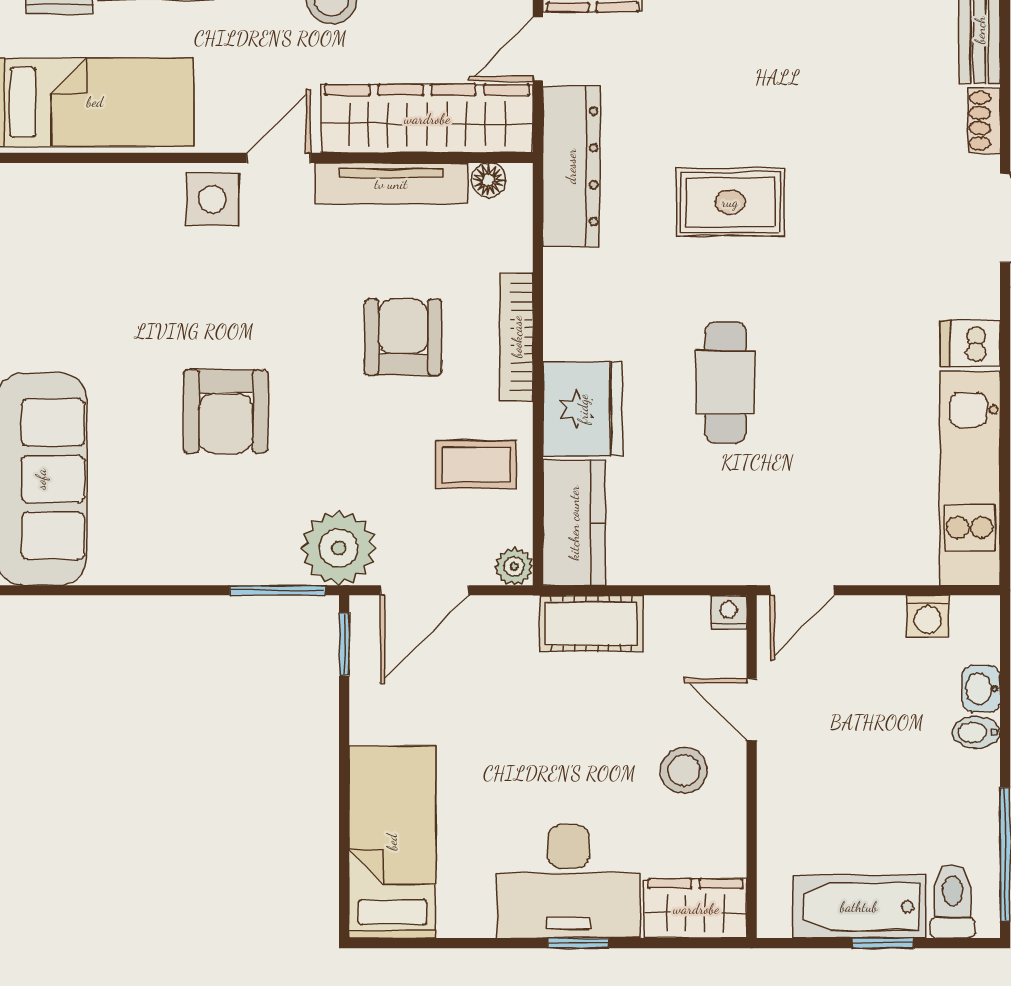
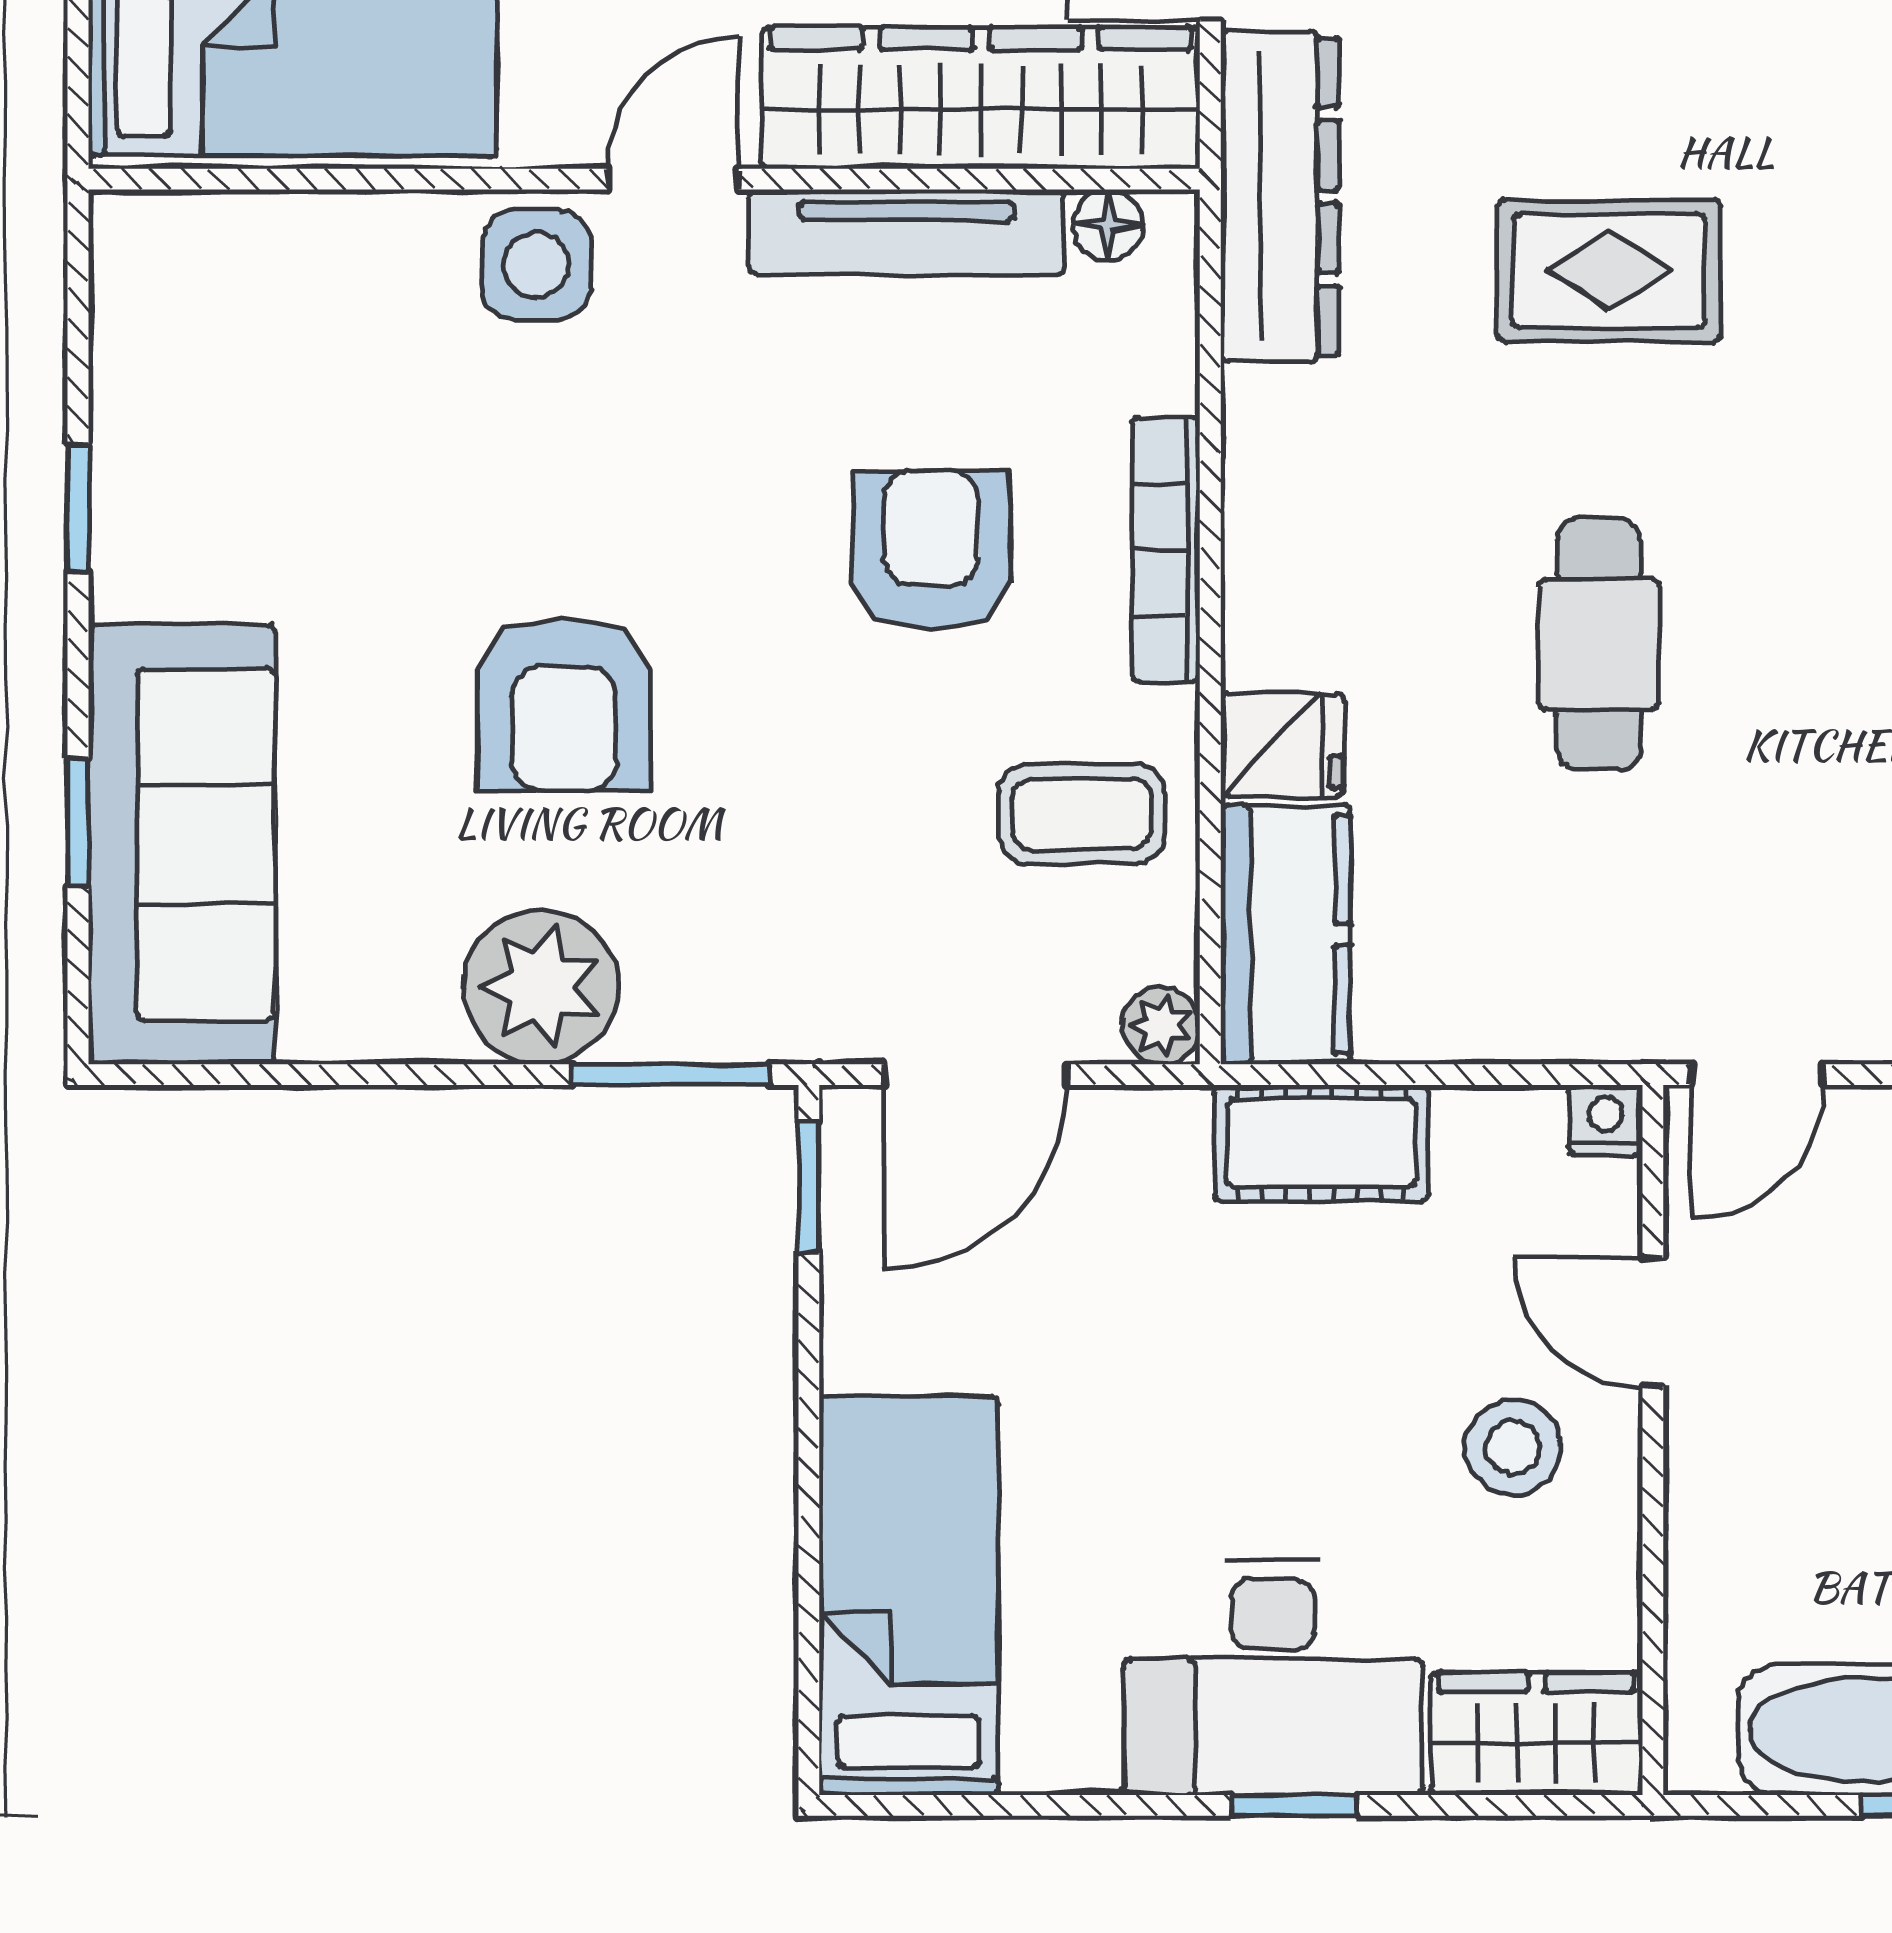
fridge: (583, 409) -> (1282, 745), width x0.53, depth x0.75
plant: (339, 548) -> (541, 987), moved

